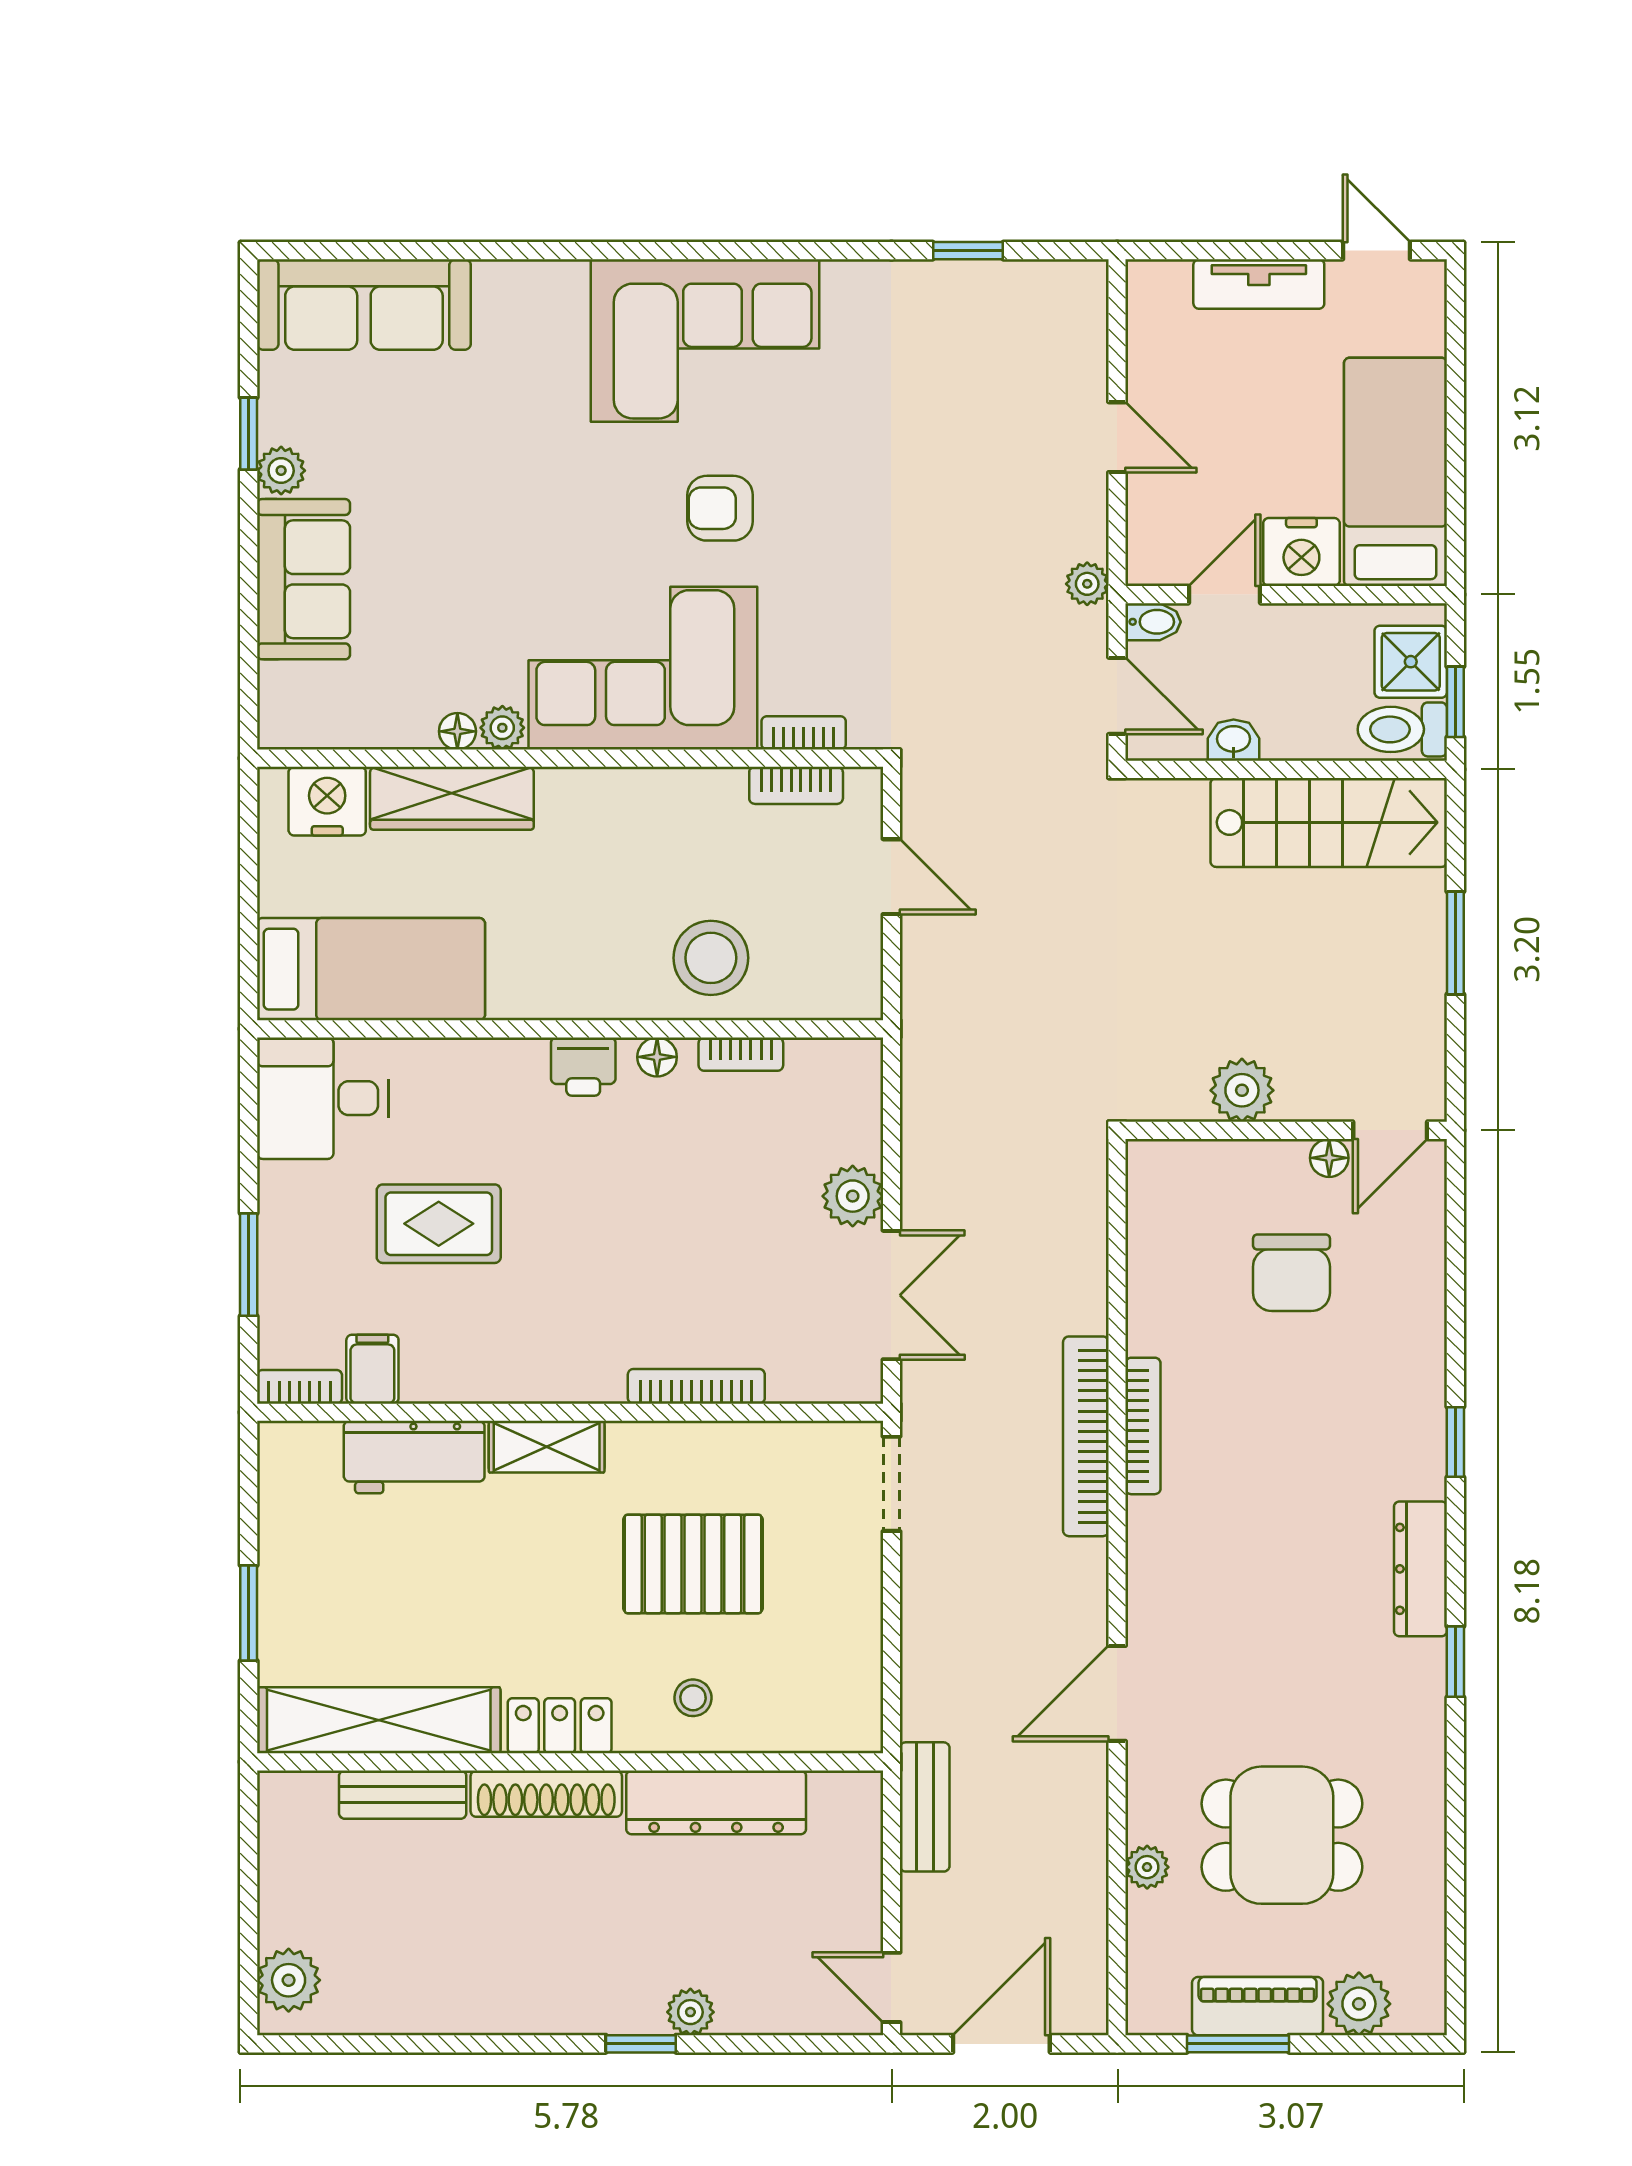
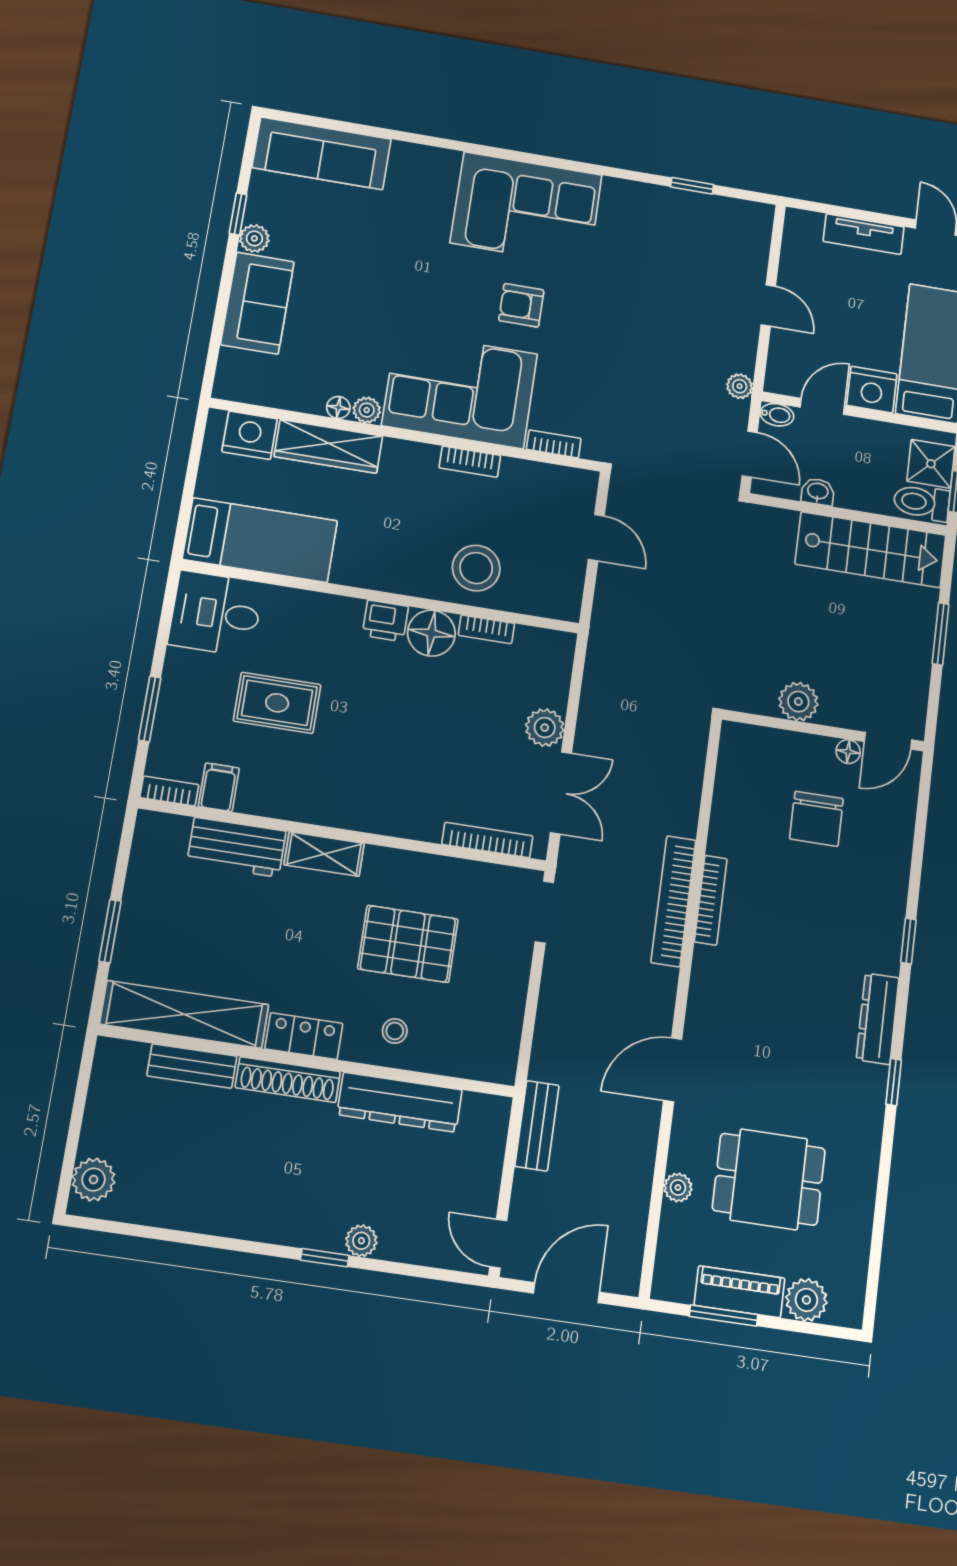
bookcase: (796, 785) -> (470, 462), moved
floor lamp: (657, 1057) -> (431, 633), width x1.89, depth x1.89
bookcase: (696, 1386) -> (487, 840), moved

